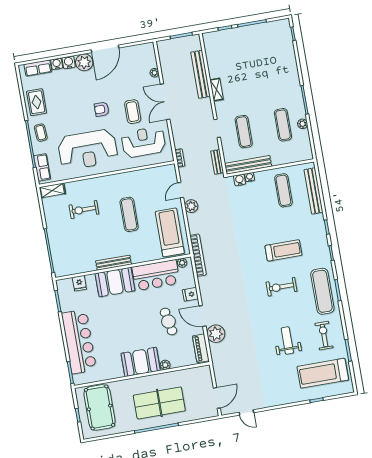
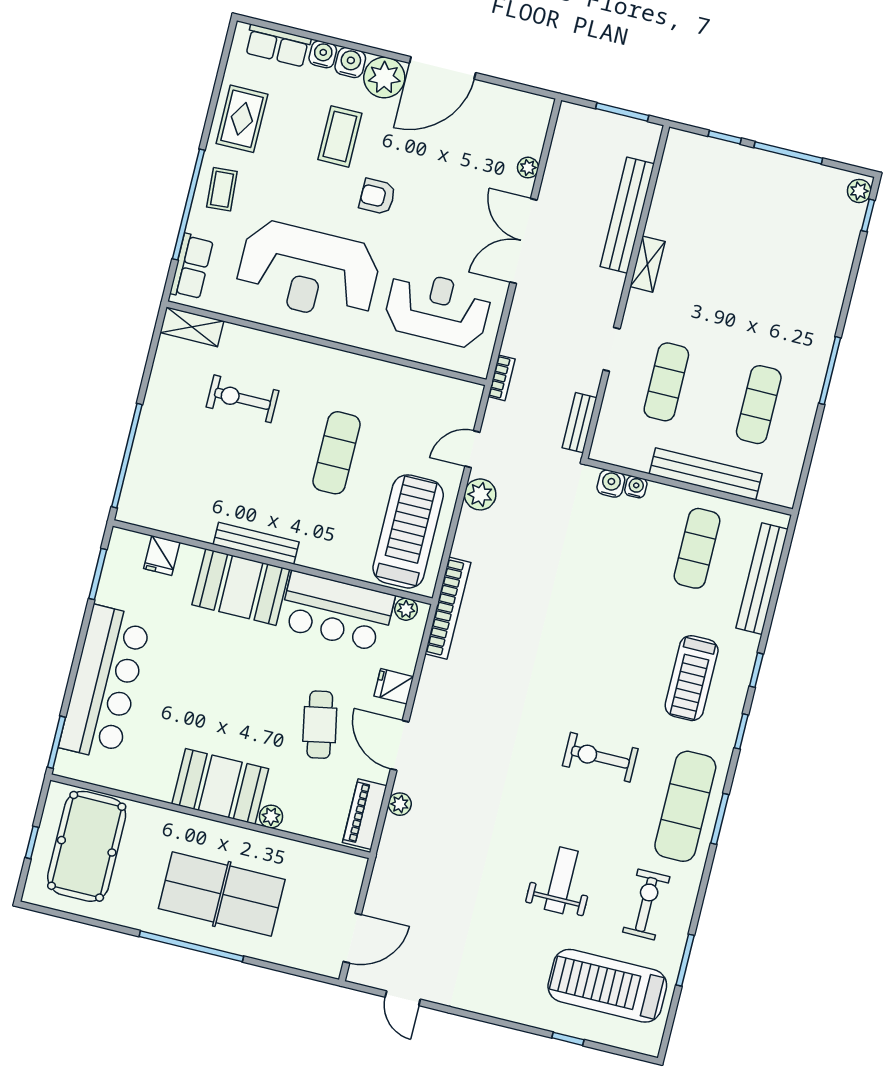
coffee table: (133, 112) -> (340, 136), moved
plant: (303, 124) -> (859, 191), moved
bench: (248, 165) -> (706, 474), moved
treadmill: (283, 250) -> (692, 678), moved, turned 90
plant: (216, 334) -> (400, 804), width x0.53, depth x0.53

